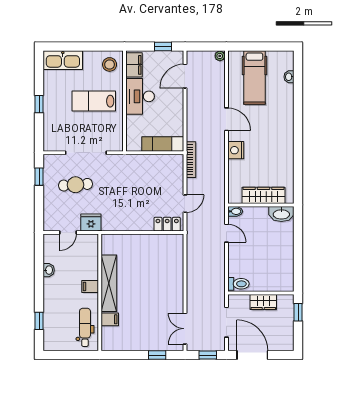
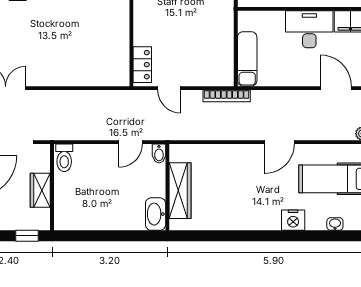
nightstand: (236, 150) -> (293, 220), moved, turned 180

